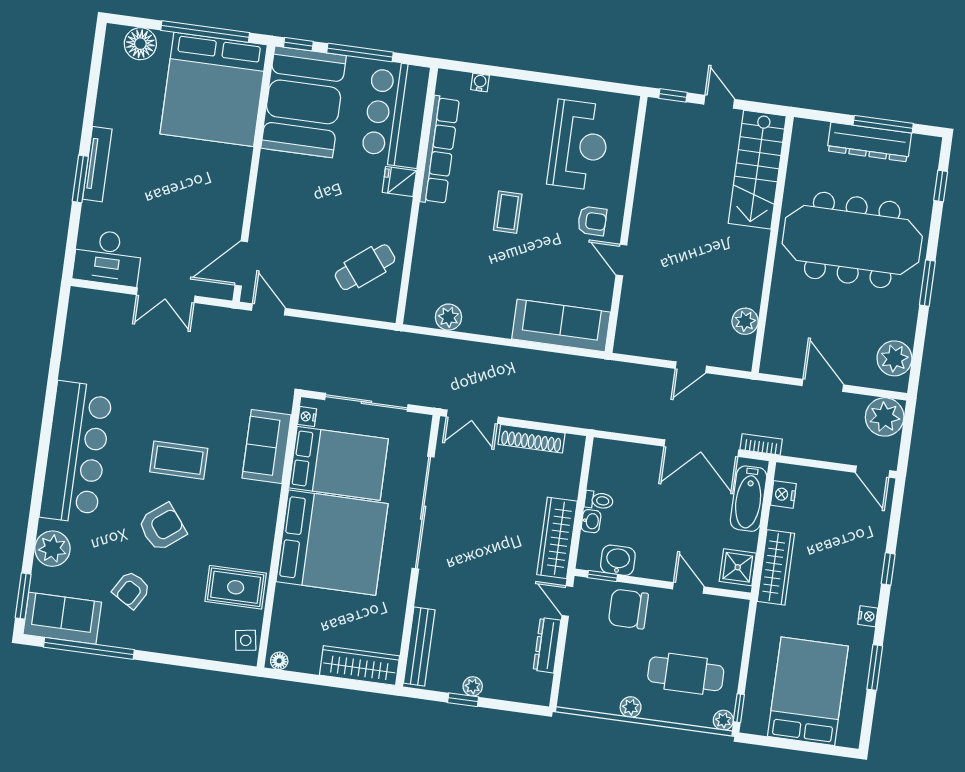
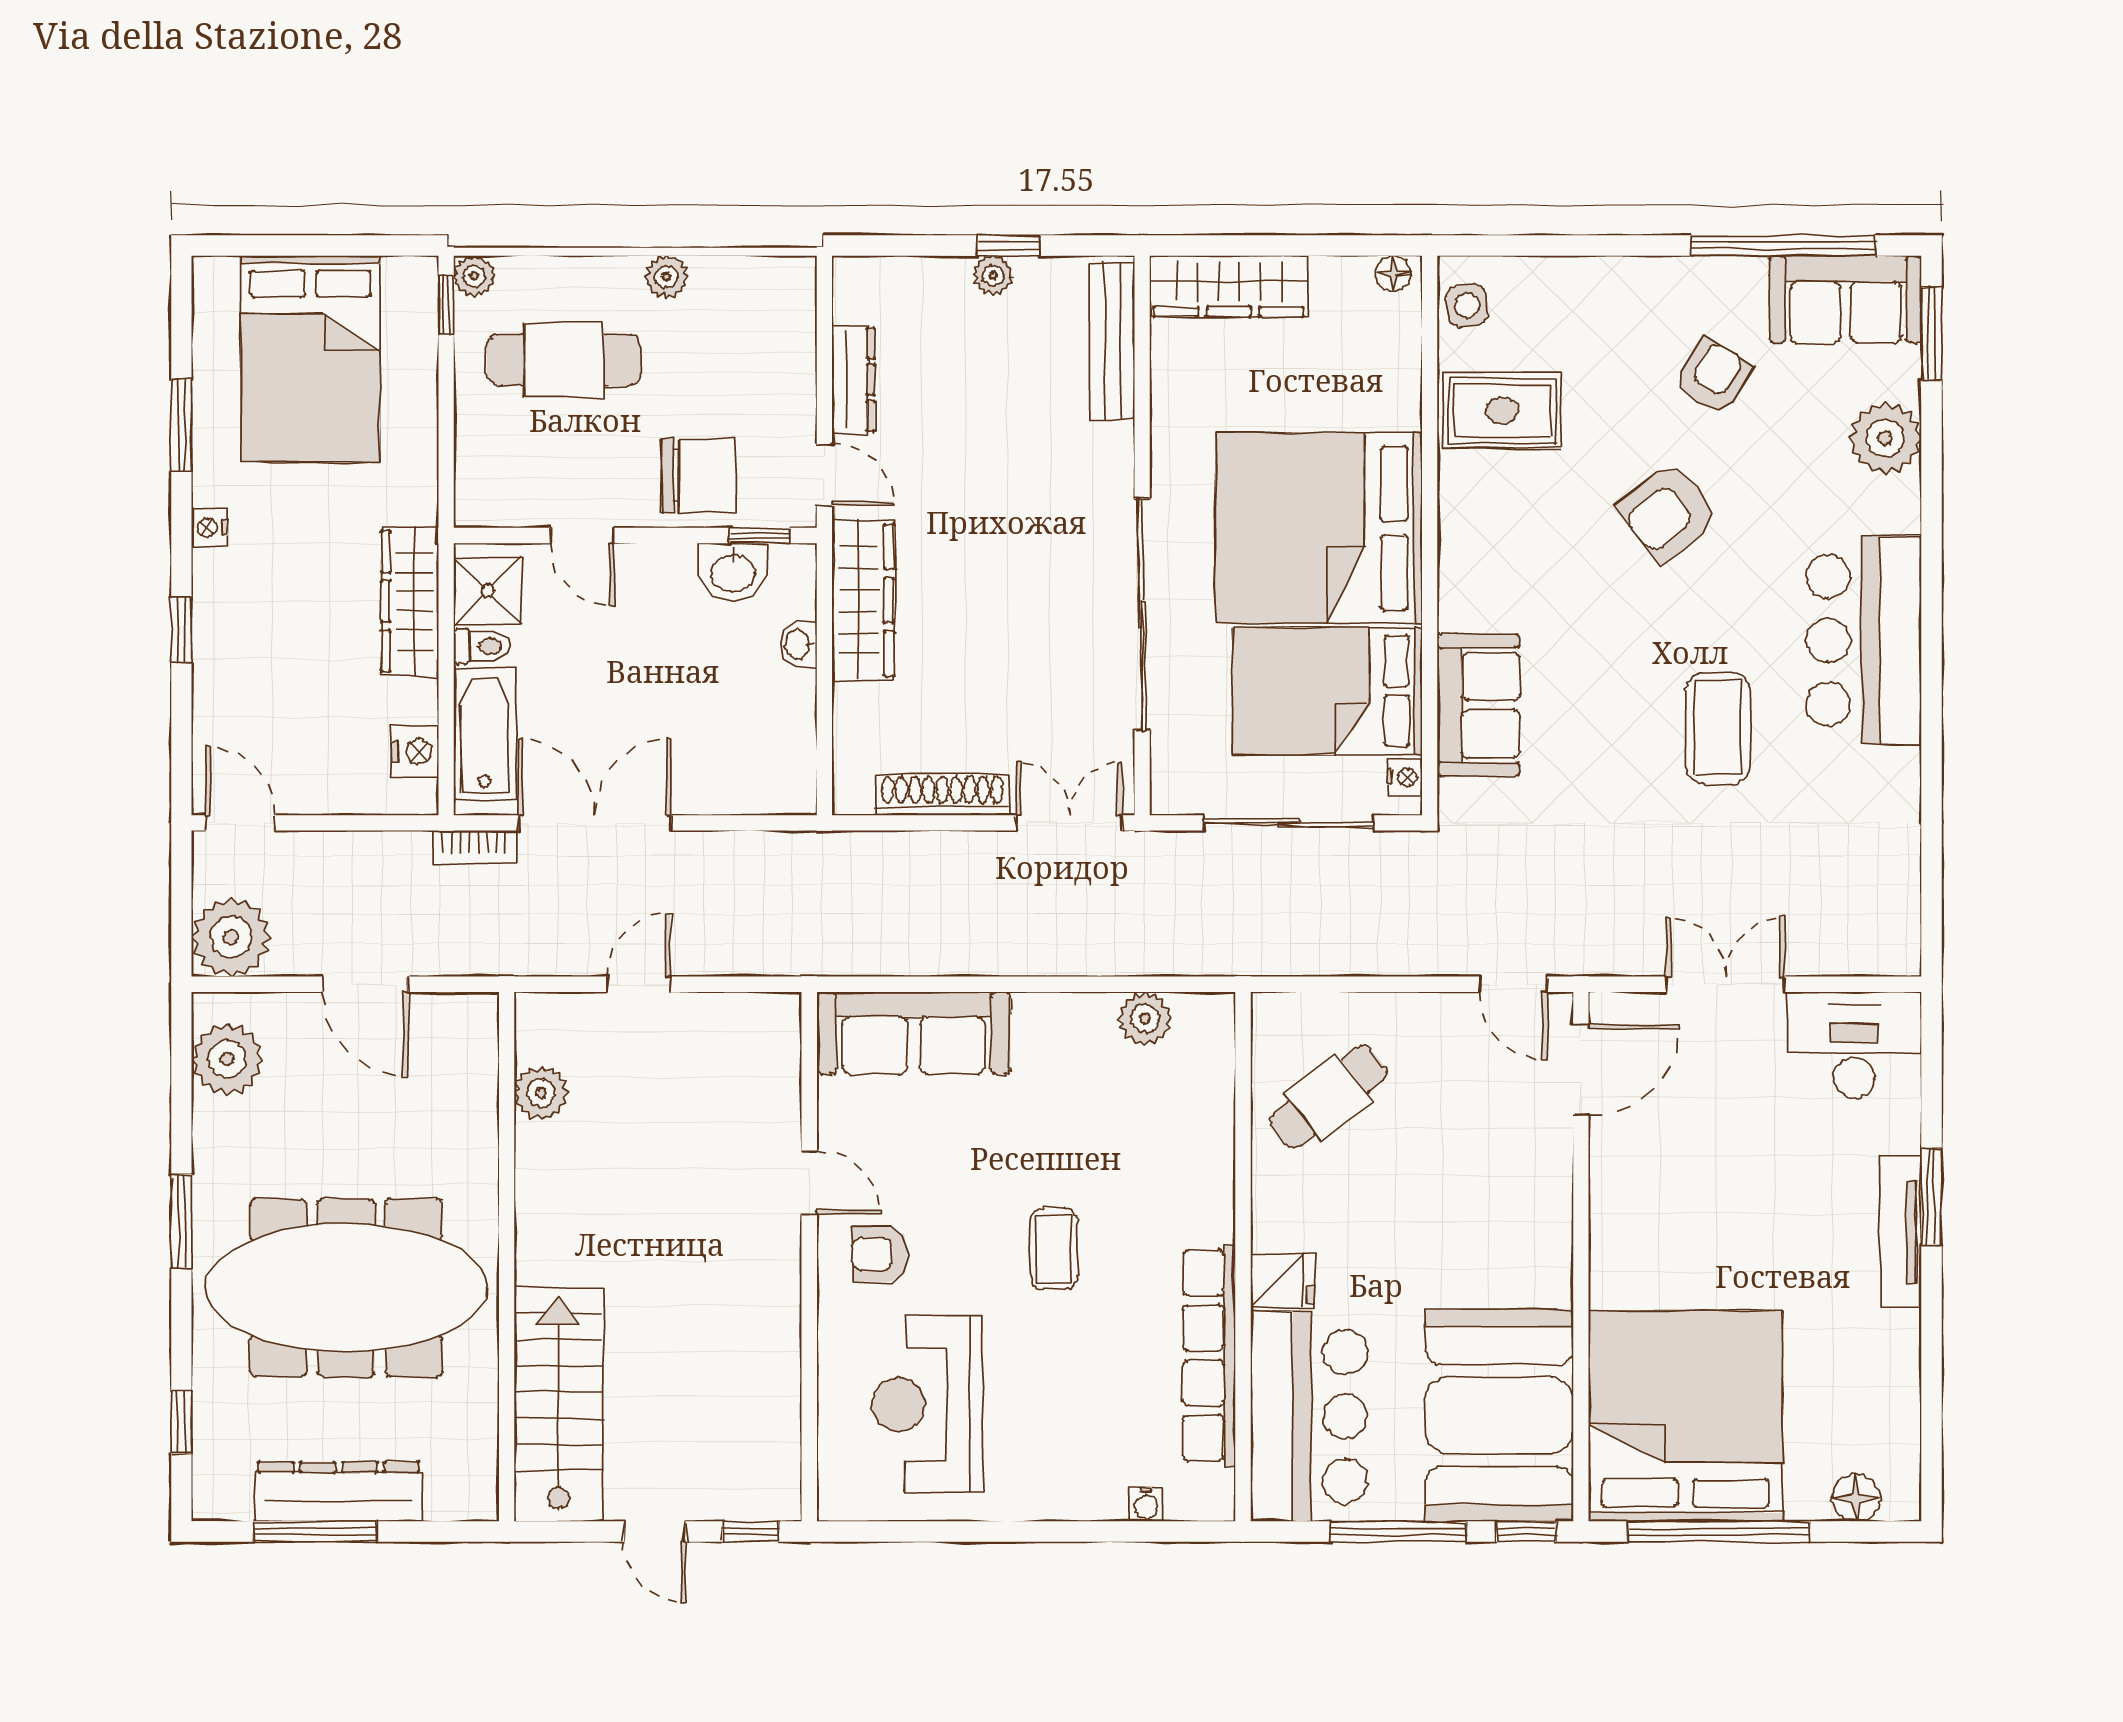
floor lamp: (140, 44) -> (1856, 1497), width x0.73, depth x0.73
bar counter: (76, 452) -> (1864, 640), width x0.73
coffee table: (179, 460) -> (1718, 728), moved, turned 90
toilet: (599, 500) -> (482, 646), moved, turned 180

